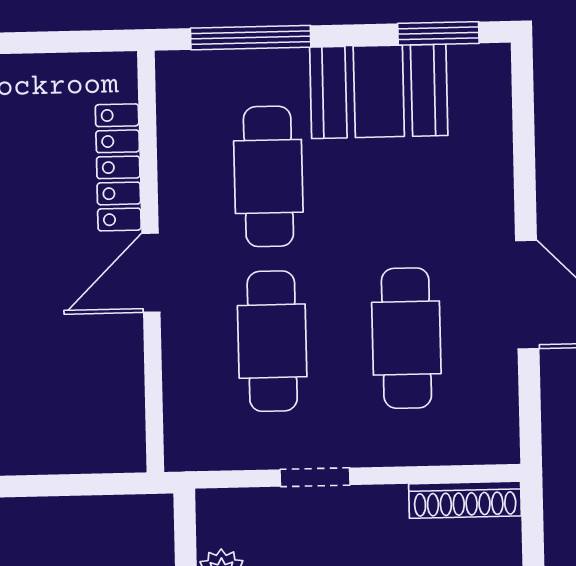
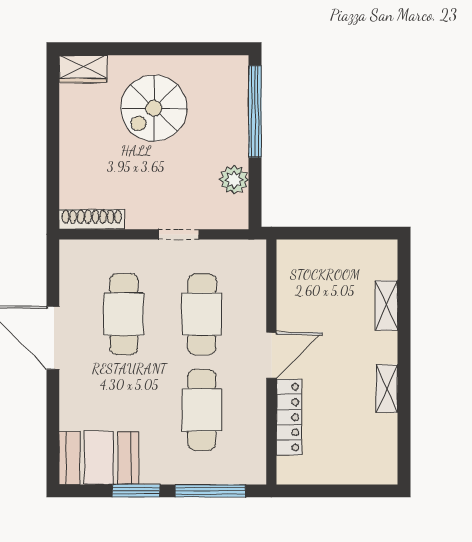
window: (438, 33) -> (136, 491), moved
booth: (379, 91) -> (99, 458), moved

